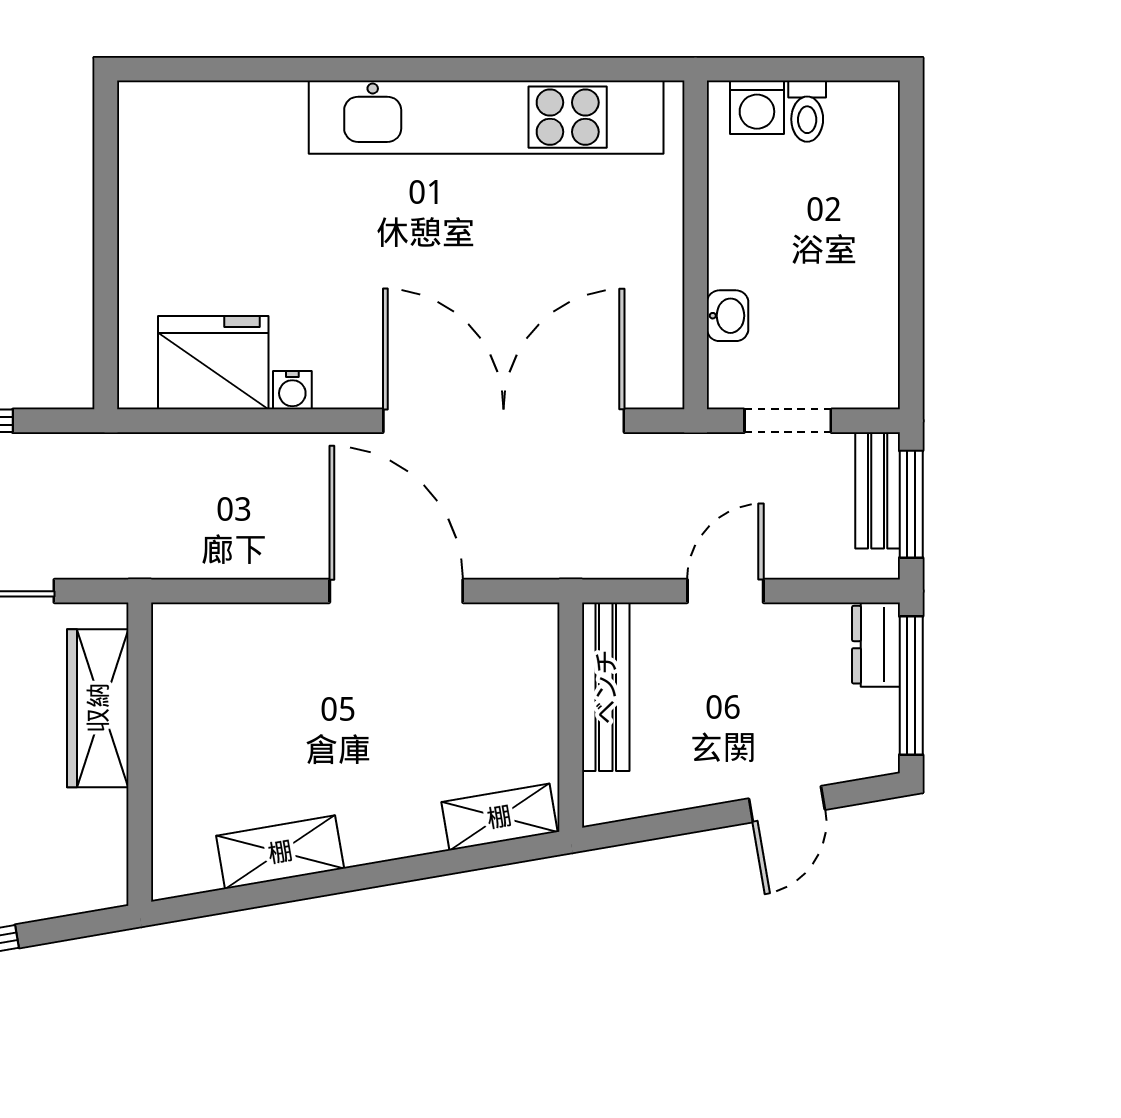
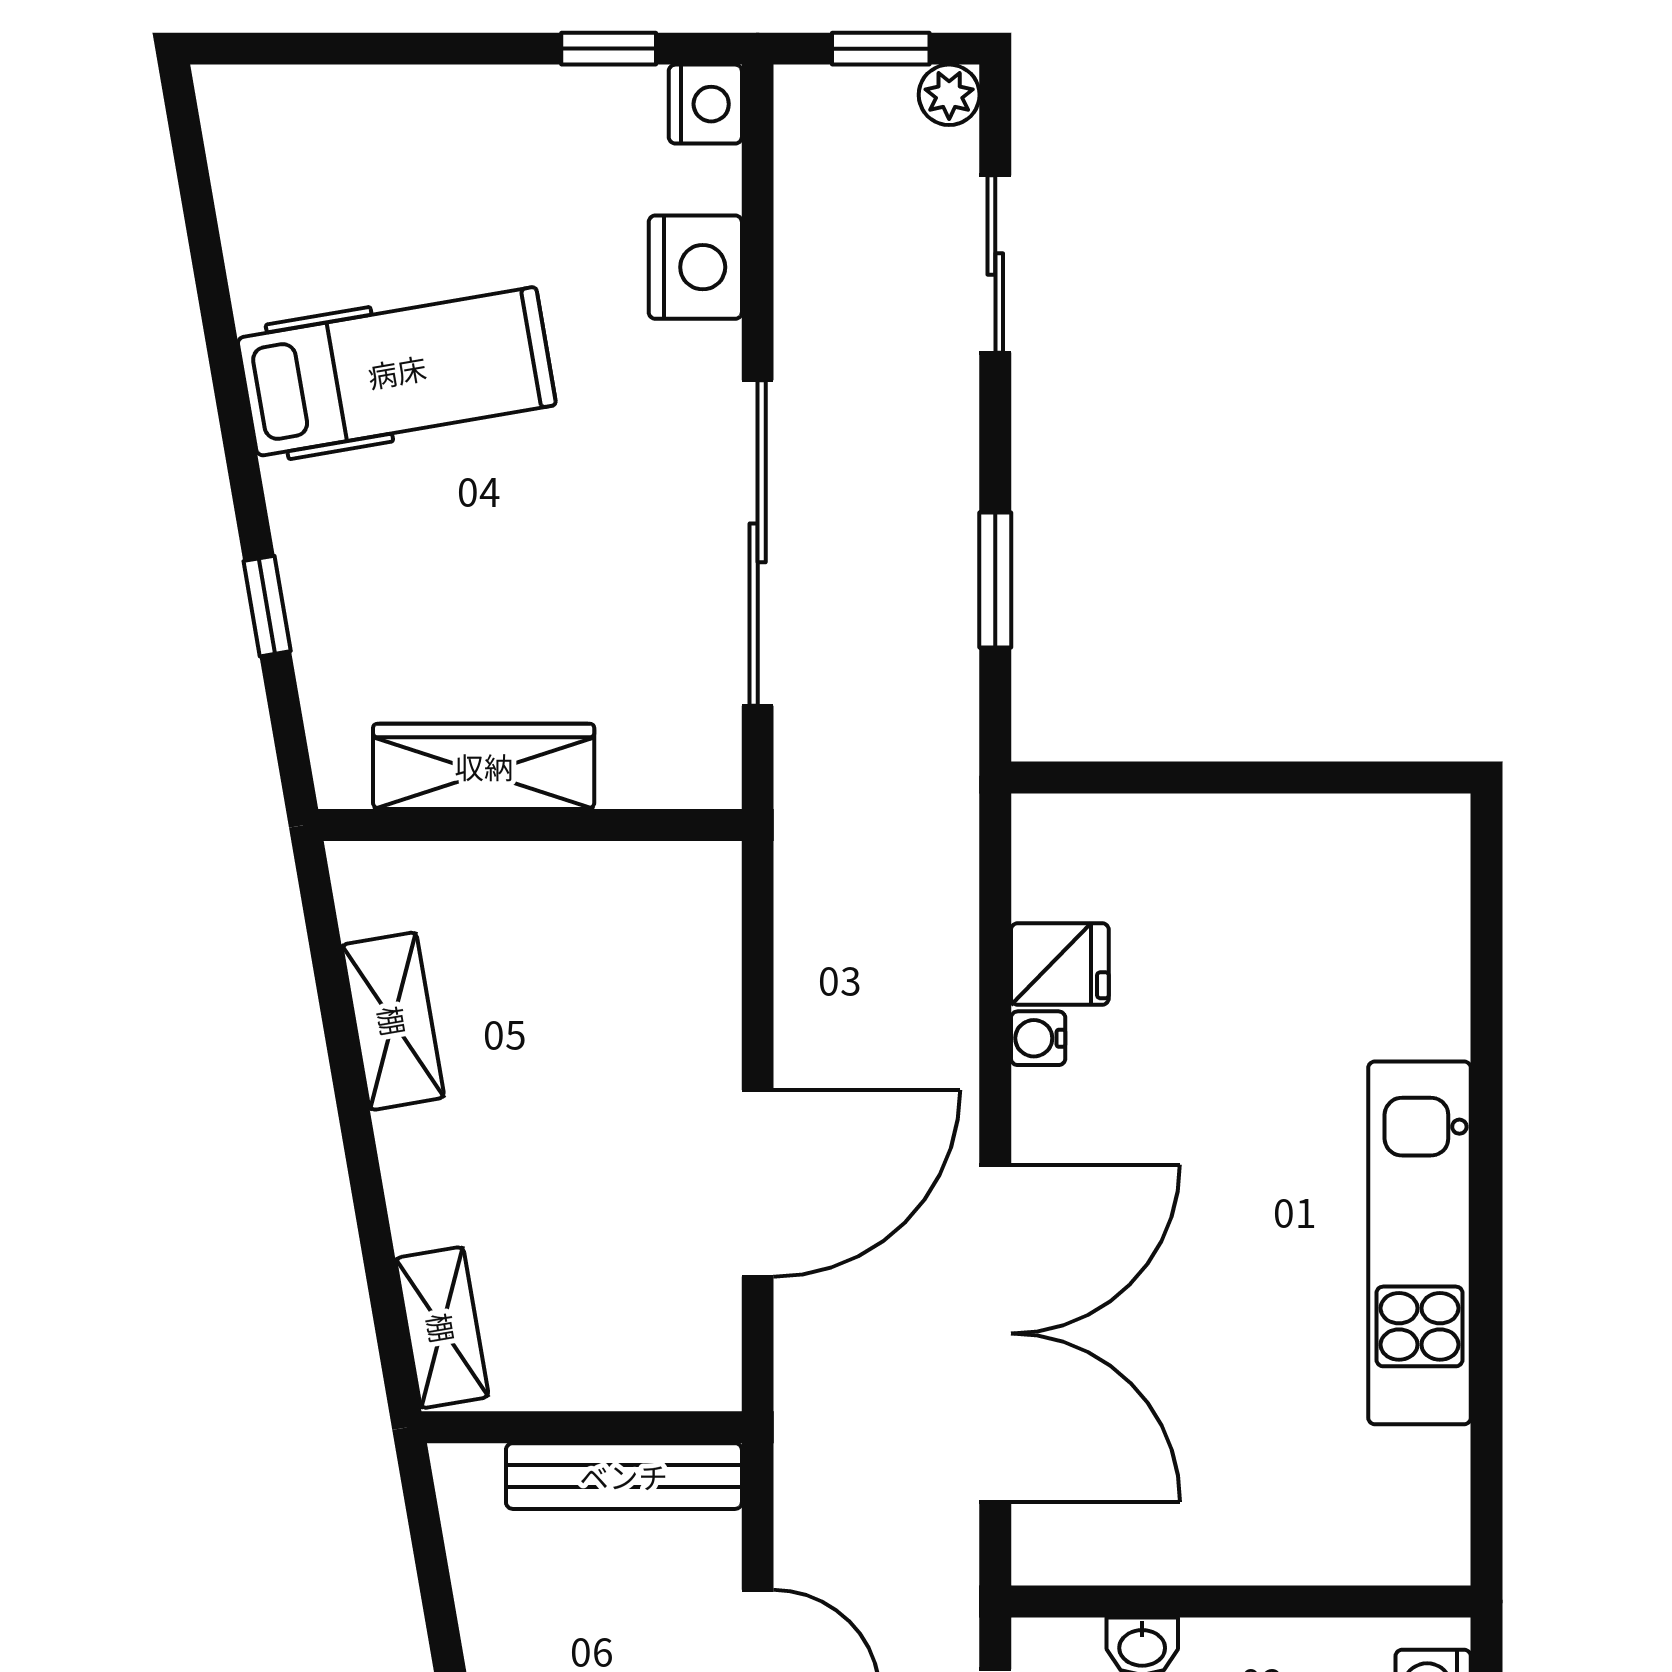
kitchen unit: (486, 117) -> (1420, 1243), width x0.73
fridge: (213, 363) -> (1060, 964), width x0.53, depth x0.75
wardrobe: (98, 708) -> (484, 766), moved

